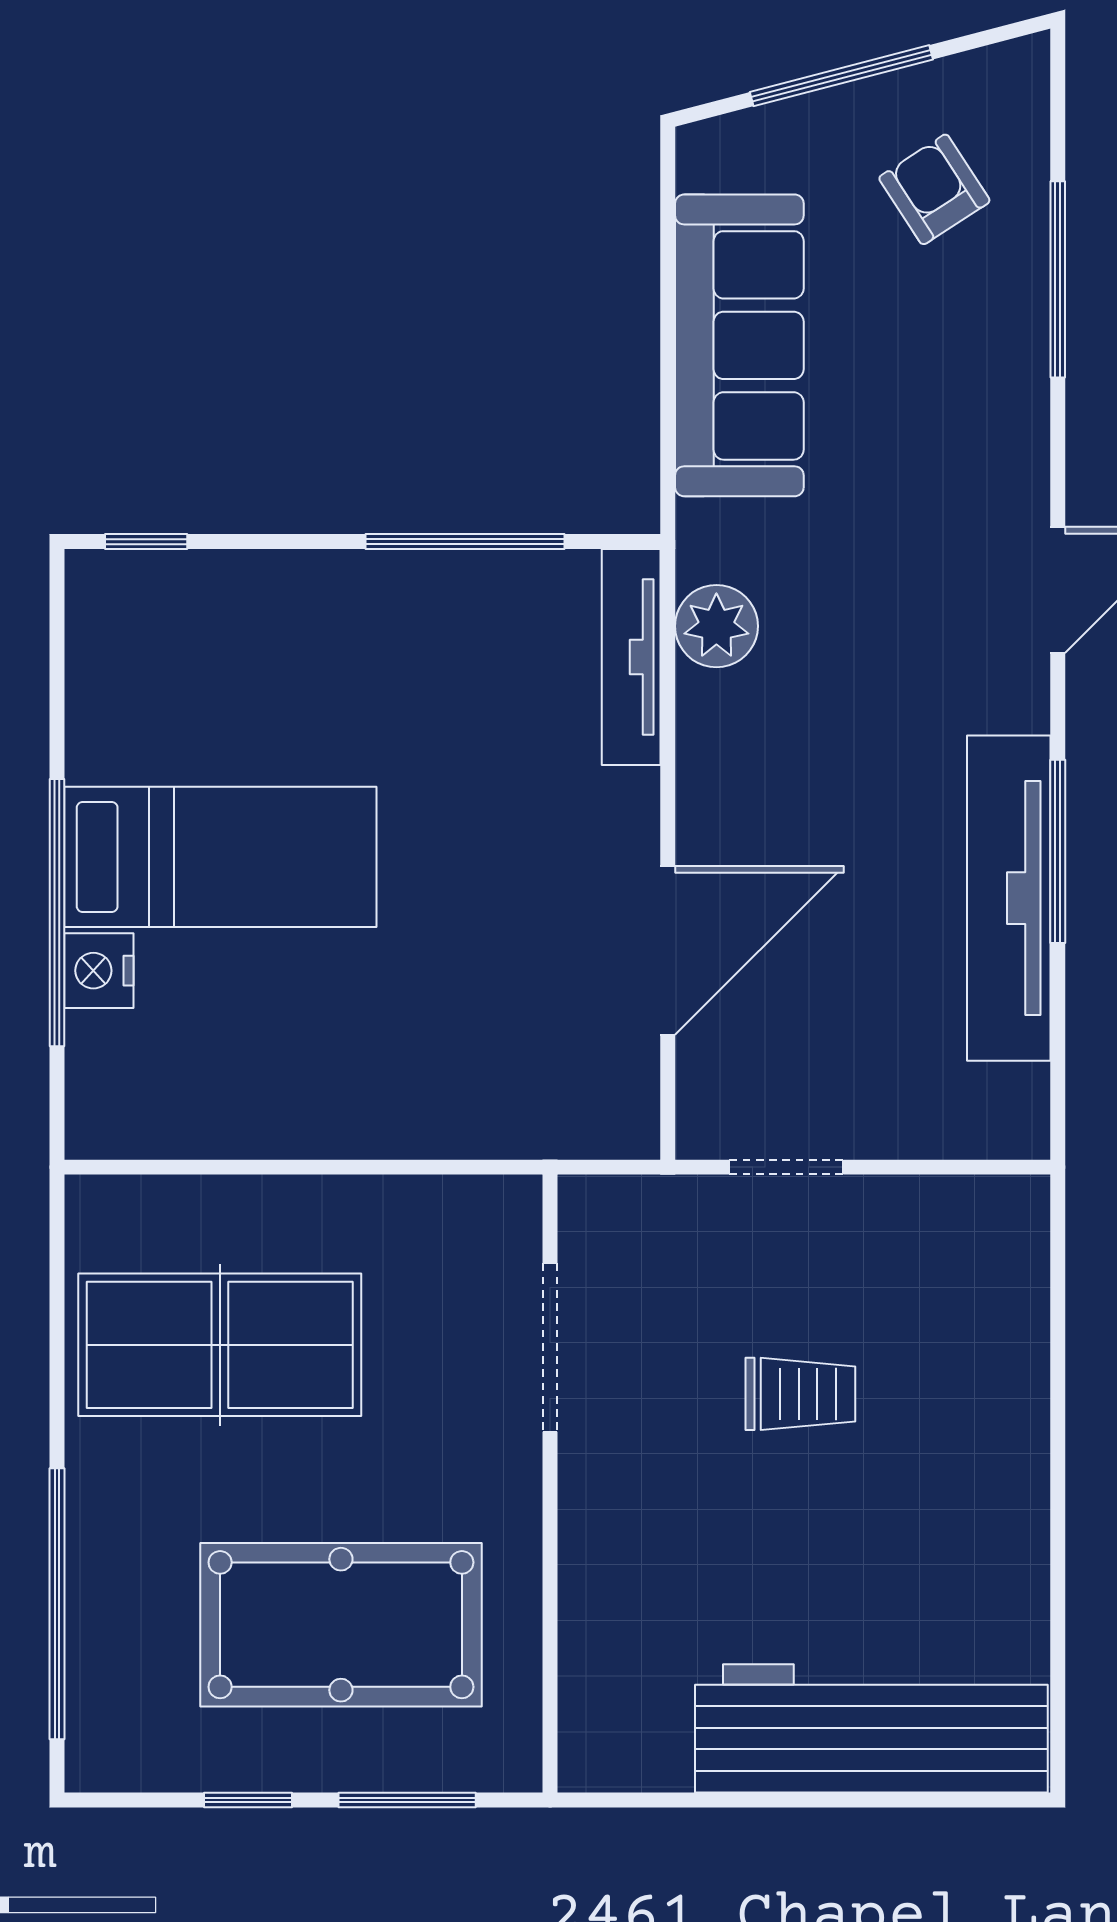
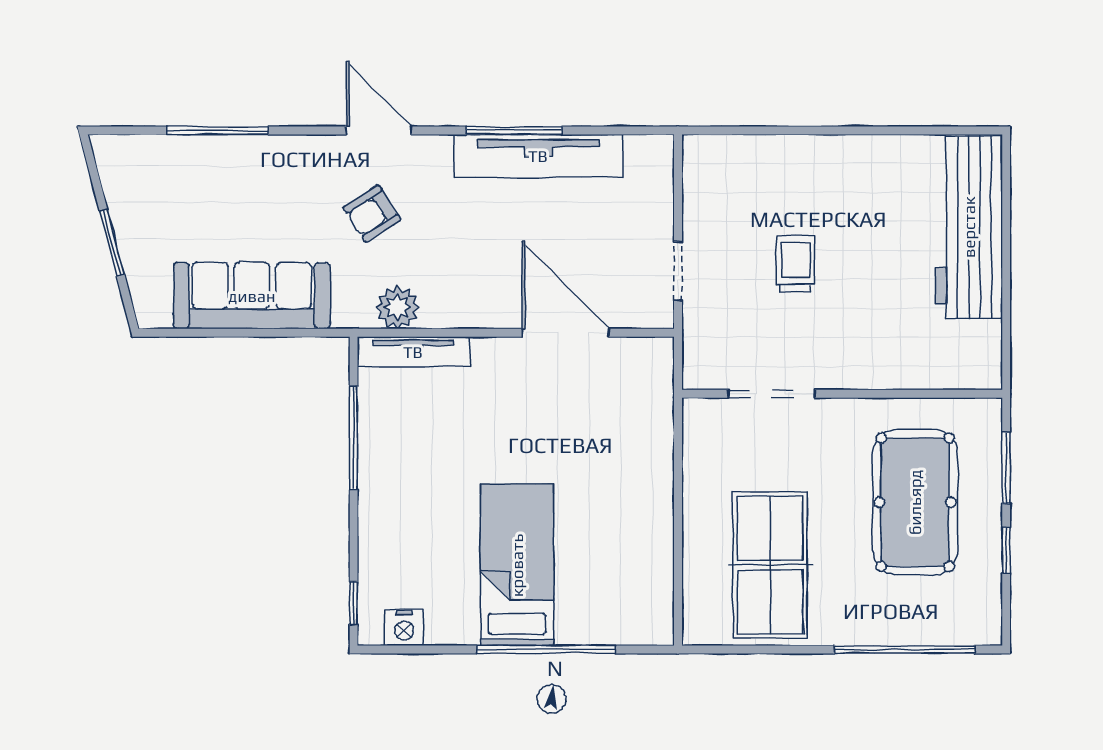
window: (841, 76) -> (112, 243), width x0.69
armchair: (934, 189) -> (372, 214), moved
nightstand: (99, 971) -> (404, 628), moved

